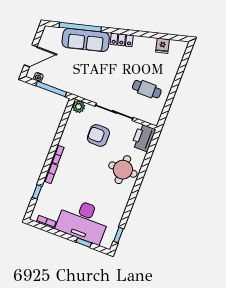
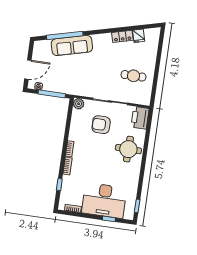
locker: (122, 40) -> (122, 36), moved

